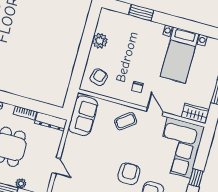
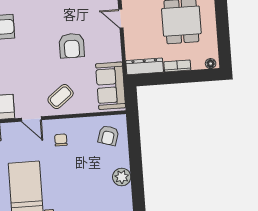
armchair: (129, 174) -> (72, 46), moved

